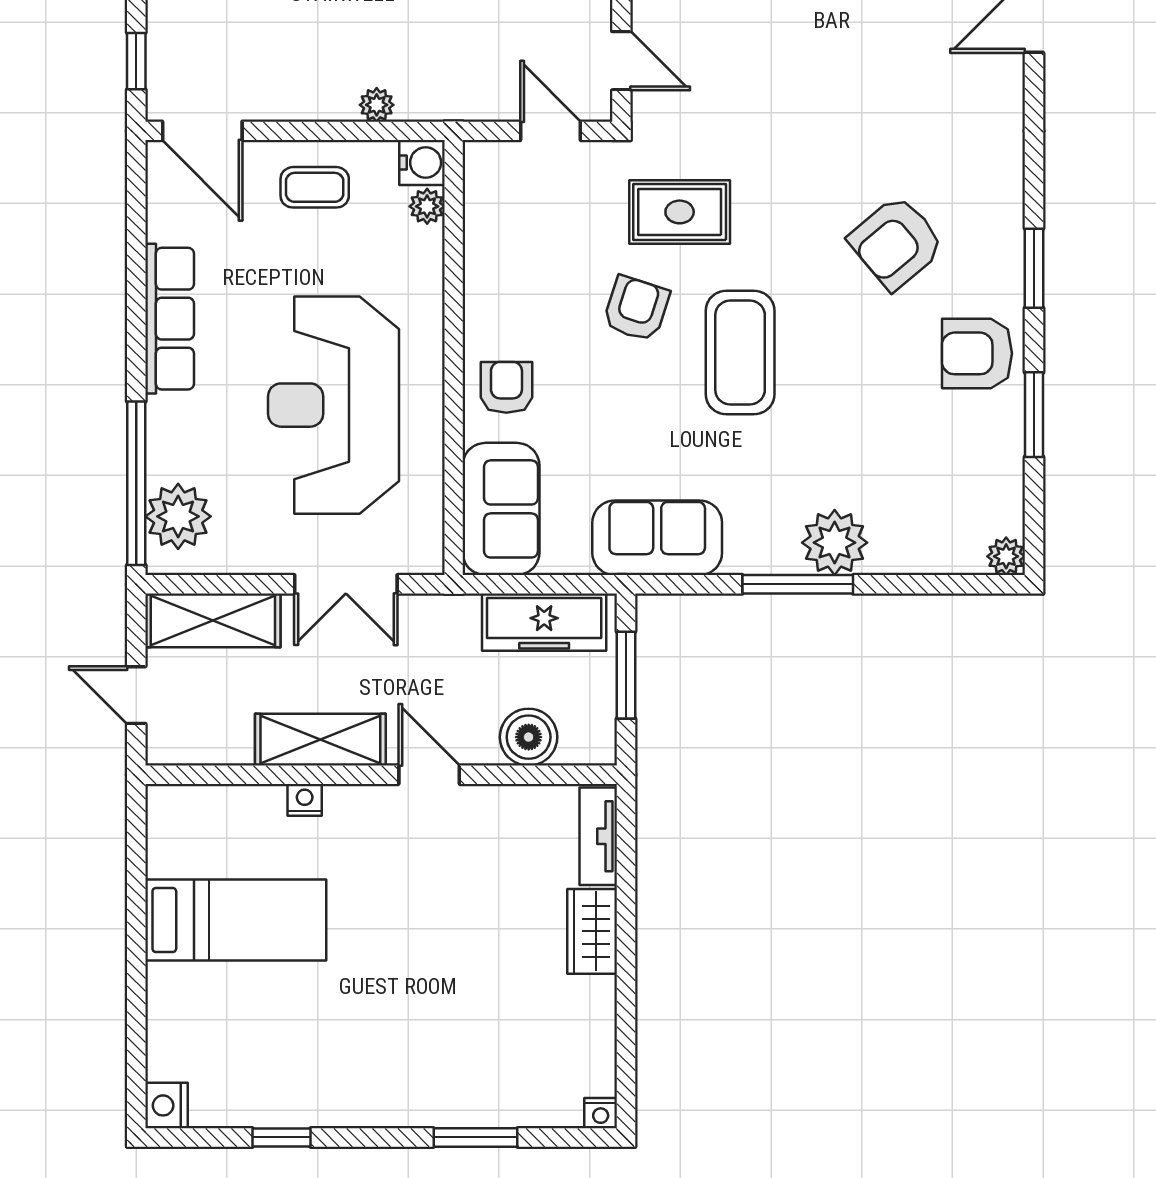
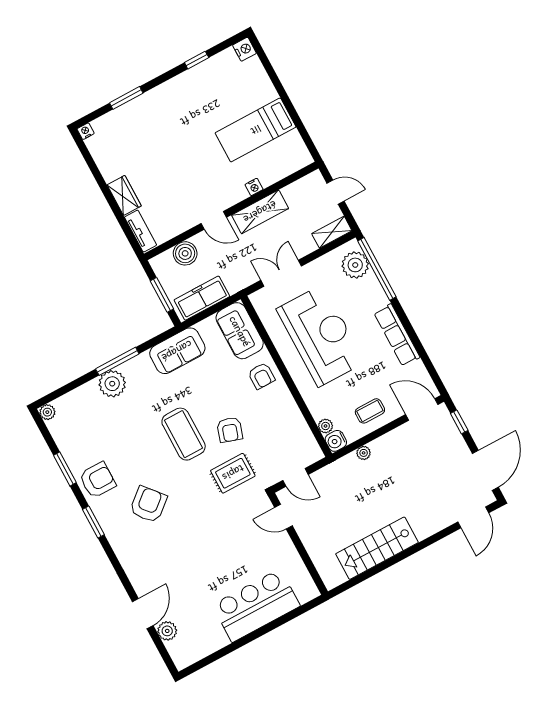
shelving: (213, 620) -> (332, 232), width x0.67, depth x0.75

